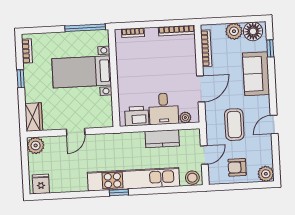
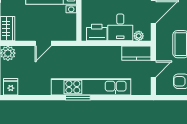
kitchen counter: (162, 139) -> (136, 53), moved
stool: (192, 178) -> (142, 88), removed
window: (119, 192) -> (78, 98), width x1.50

